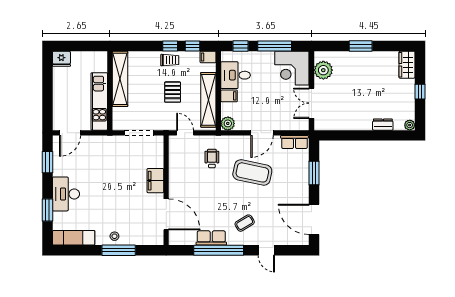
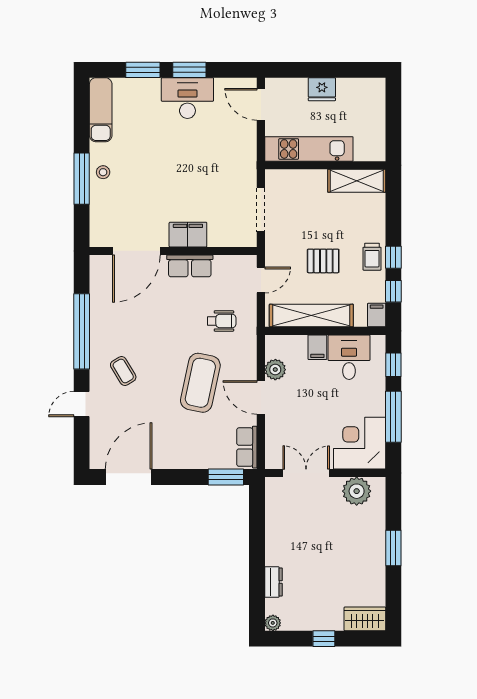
fridge: (61, 59) -> (322, 89), moved, turned -90
shelving: (120, 79) -> (357, 181), width x0.68
plant: (228, 123) -> (275, 370), moved
window: (47, 162) -> (189, 70), moved
window: (314, 173) -> (226, 477), moved
desk: (66, 194) -> (187, 98), moved
row of seats: (211, 238) -> (190, 266), moved, turned 90

